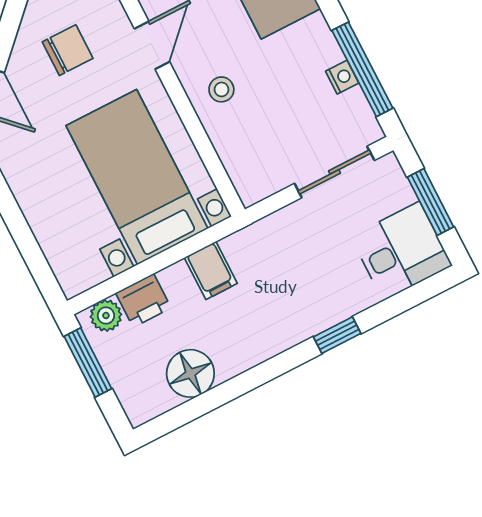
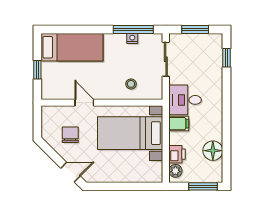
stool: (221, 89) -> (131, 84), moved
desk: (401, 251) -> (185, 100), moved, turned -90
window: (337, 335) -> (227, 58), moved
window: (88, 362) -> (203, 186), moved

